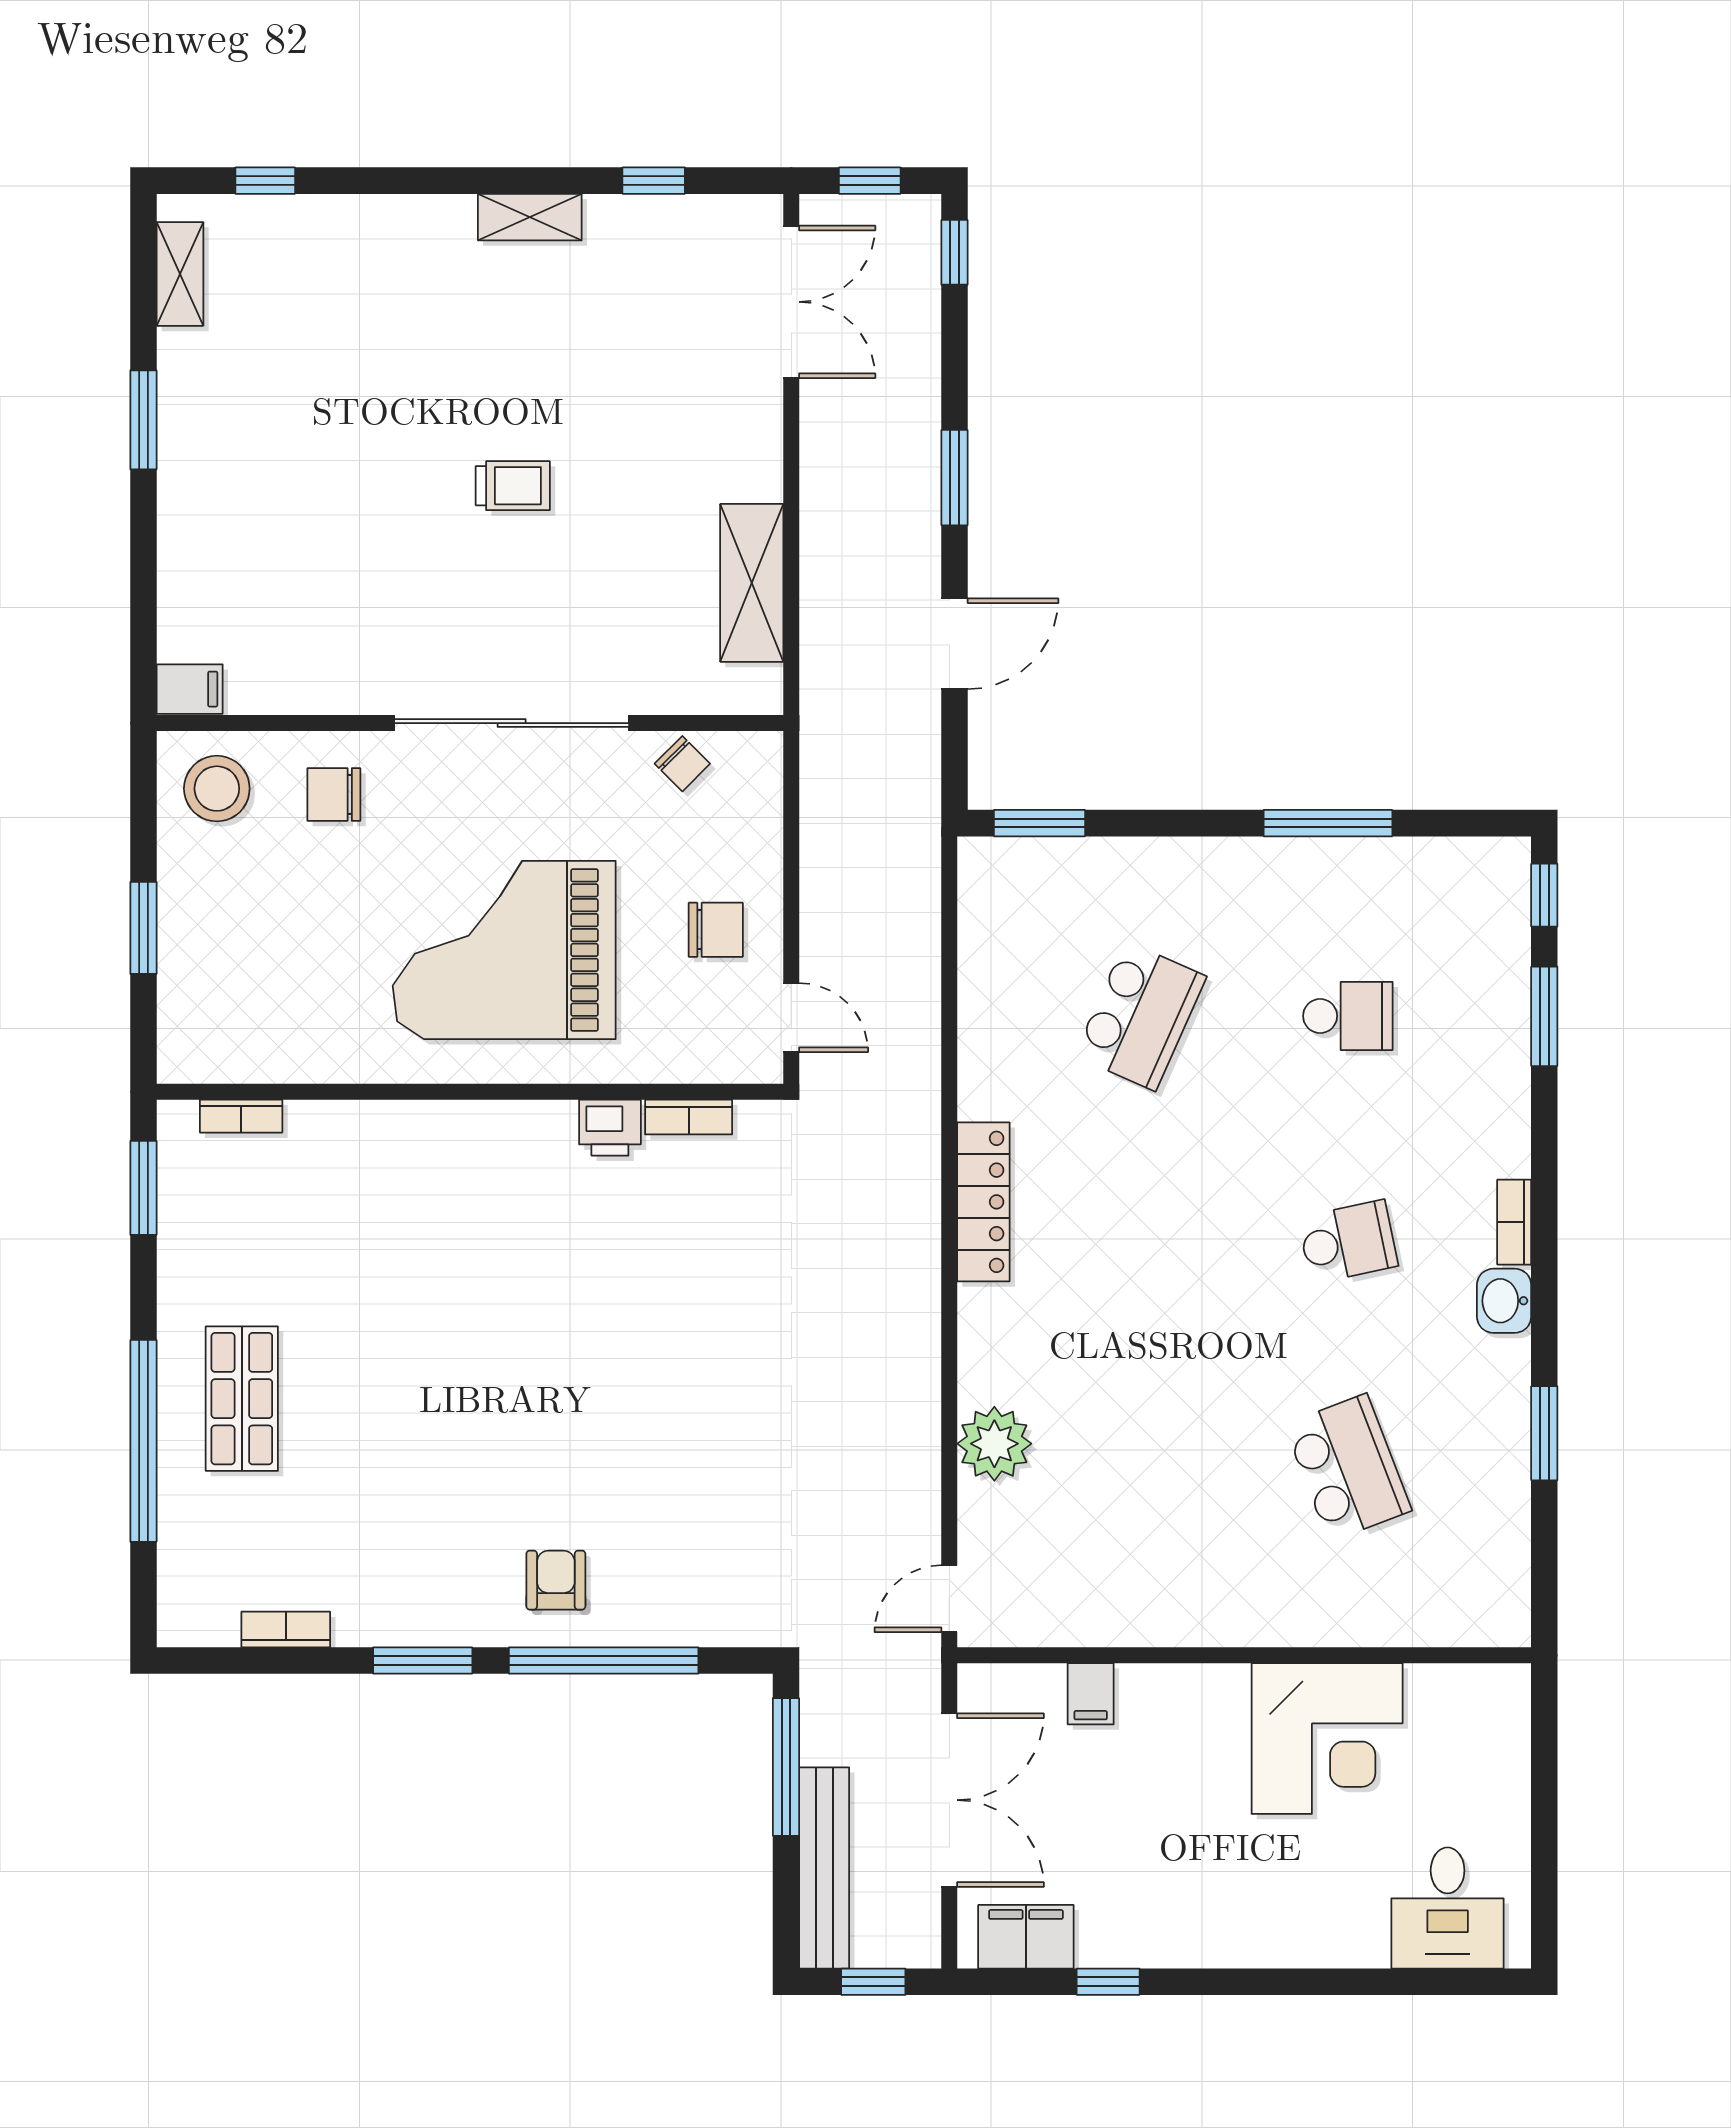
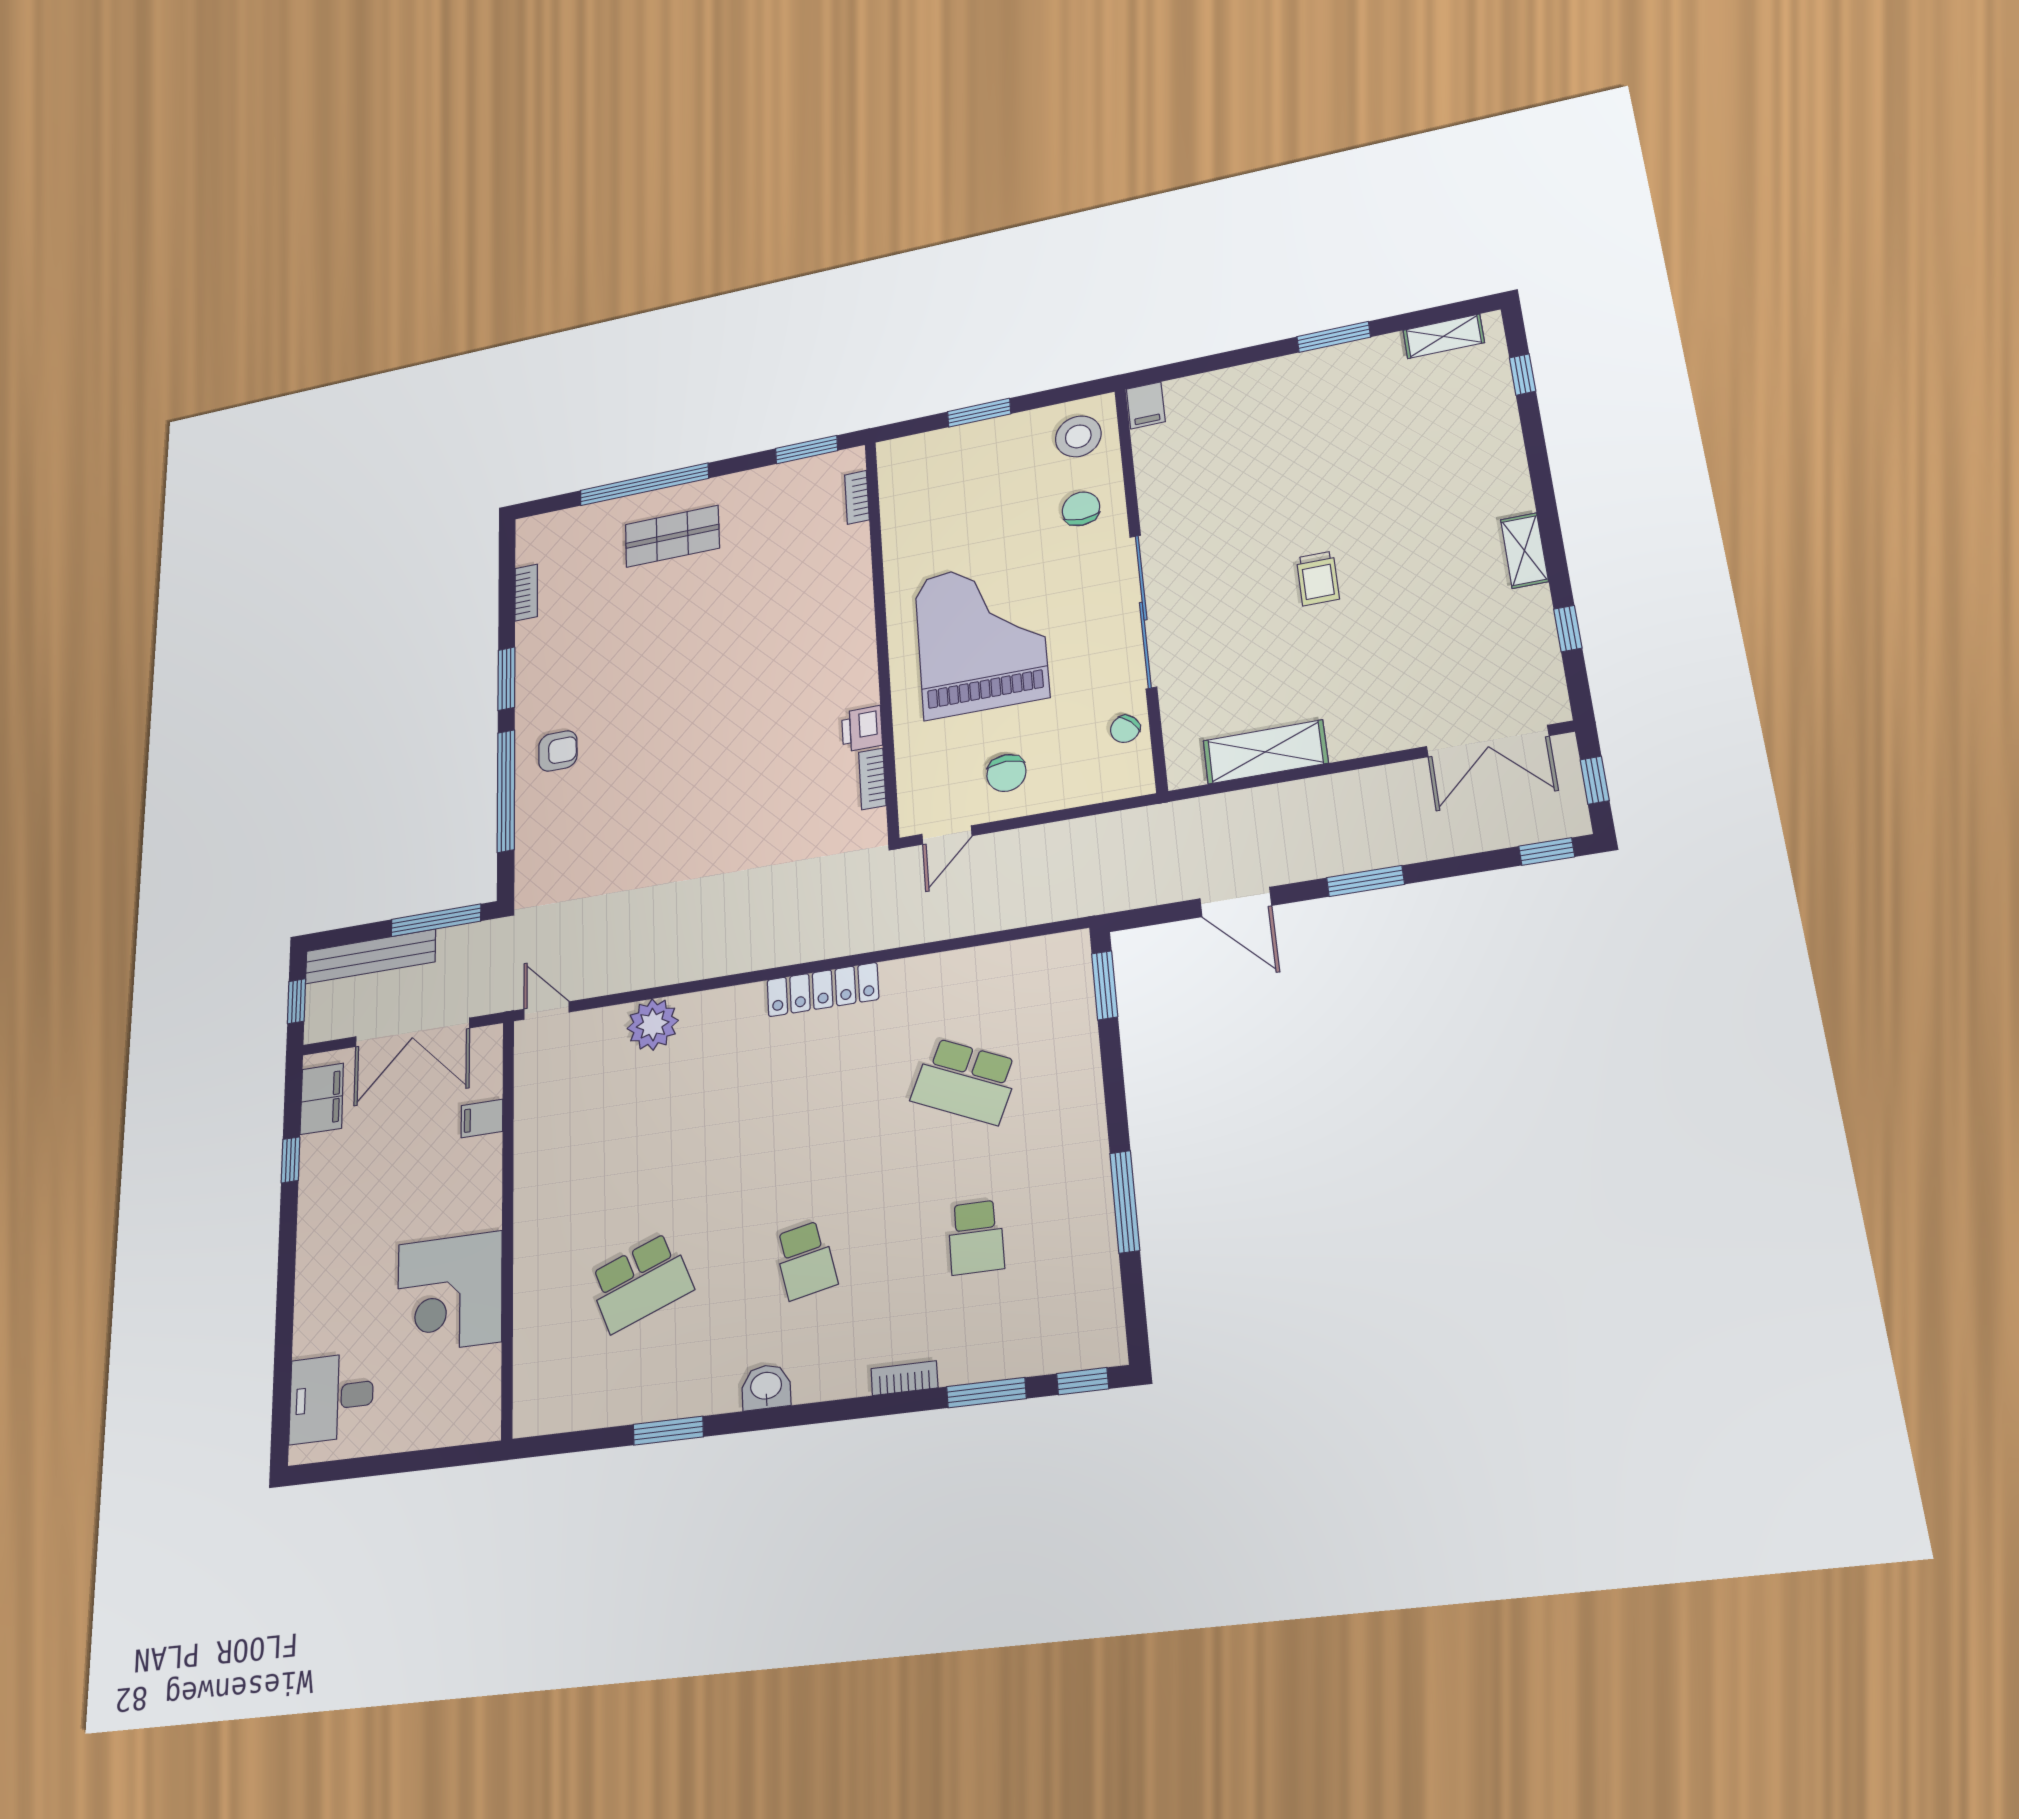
bookcase: (1514, 1222) -> (904, 1378), moved

